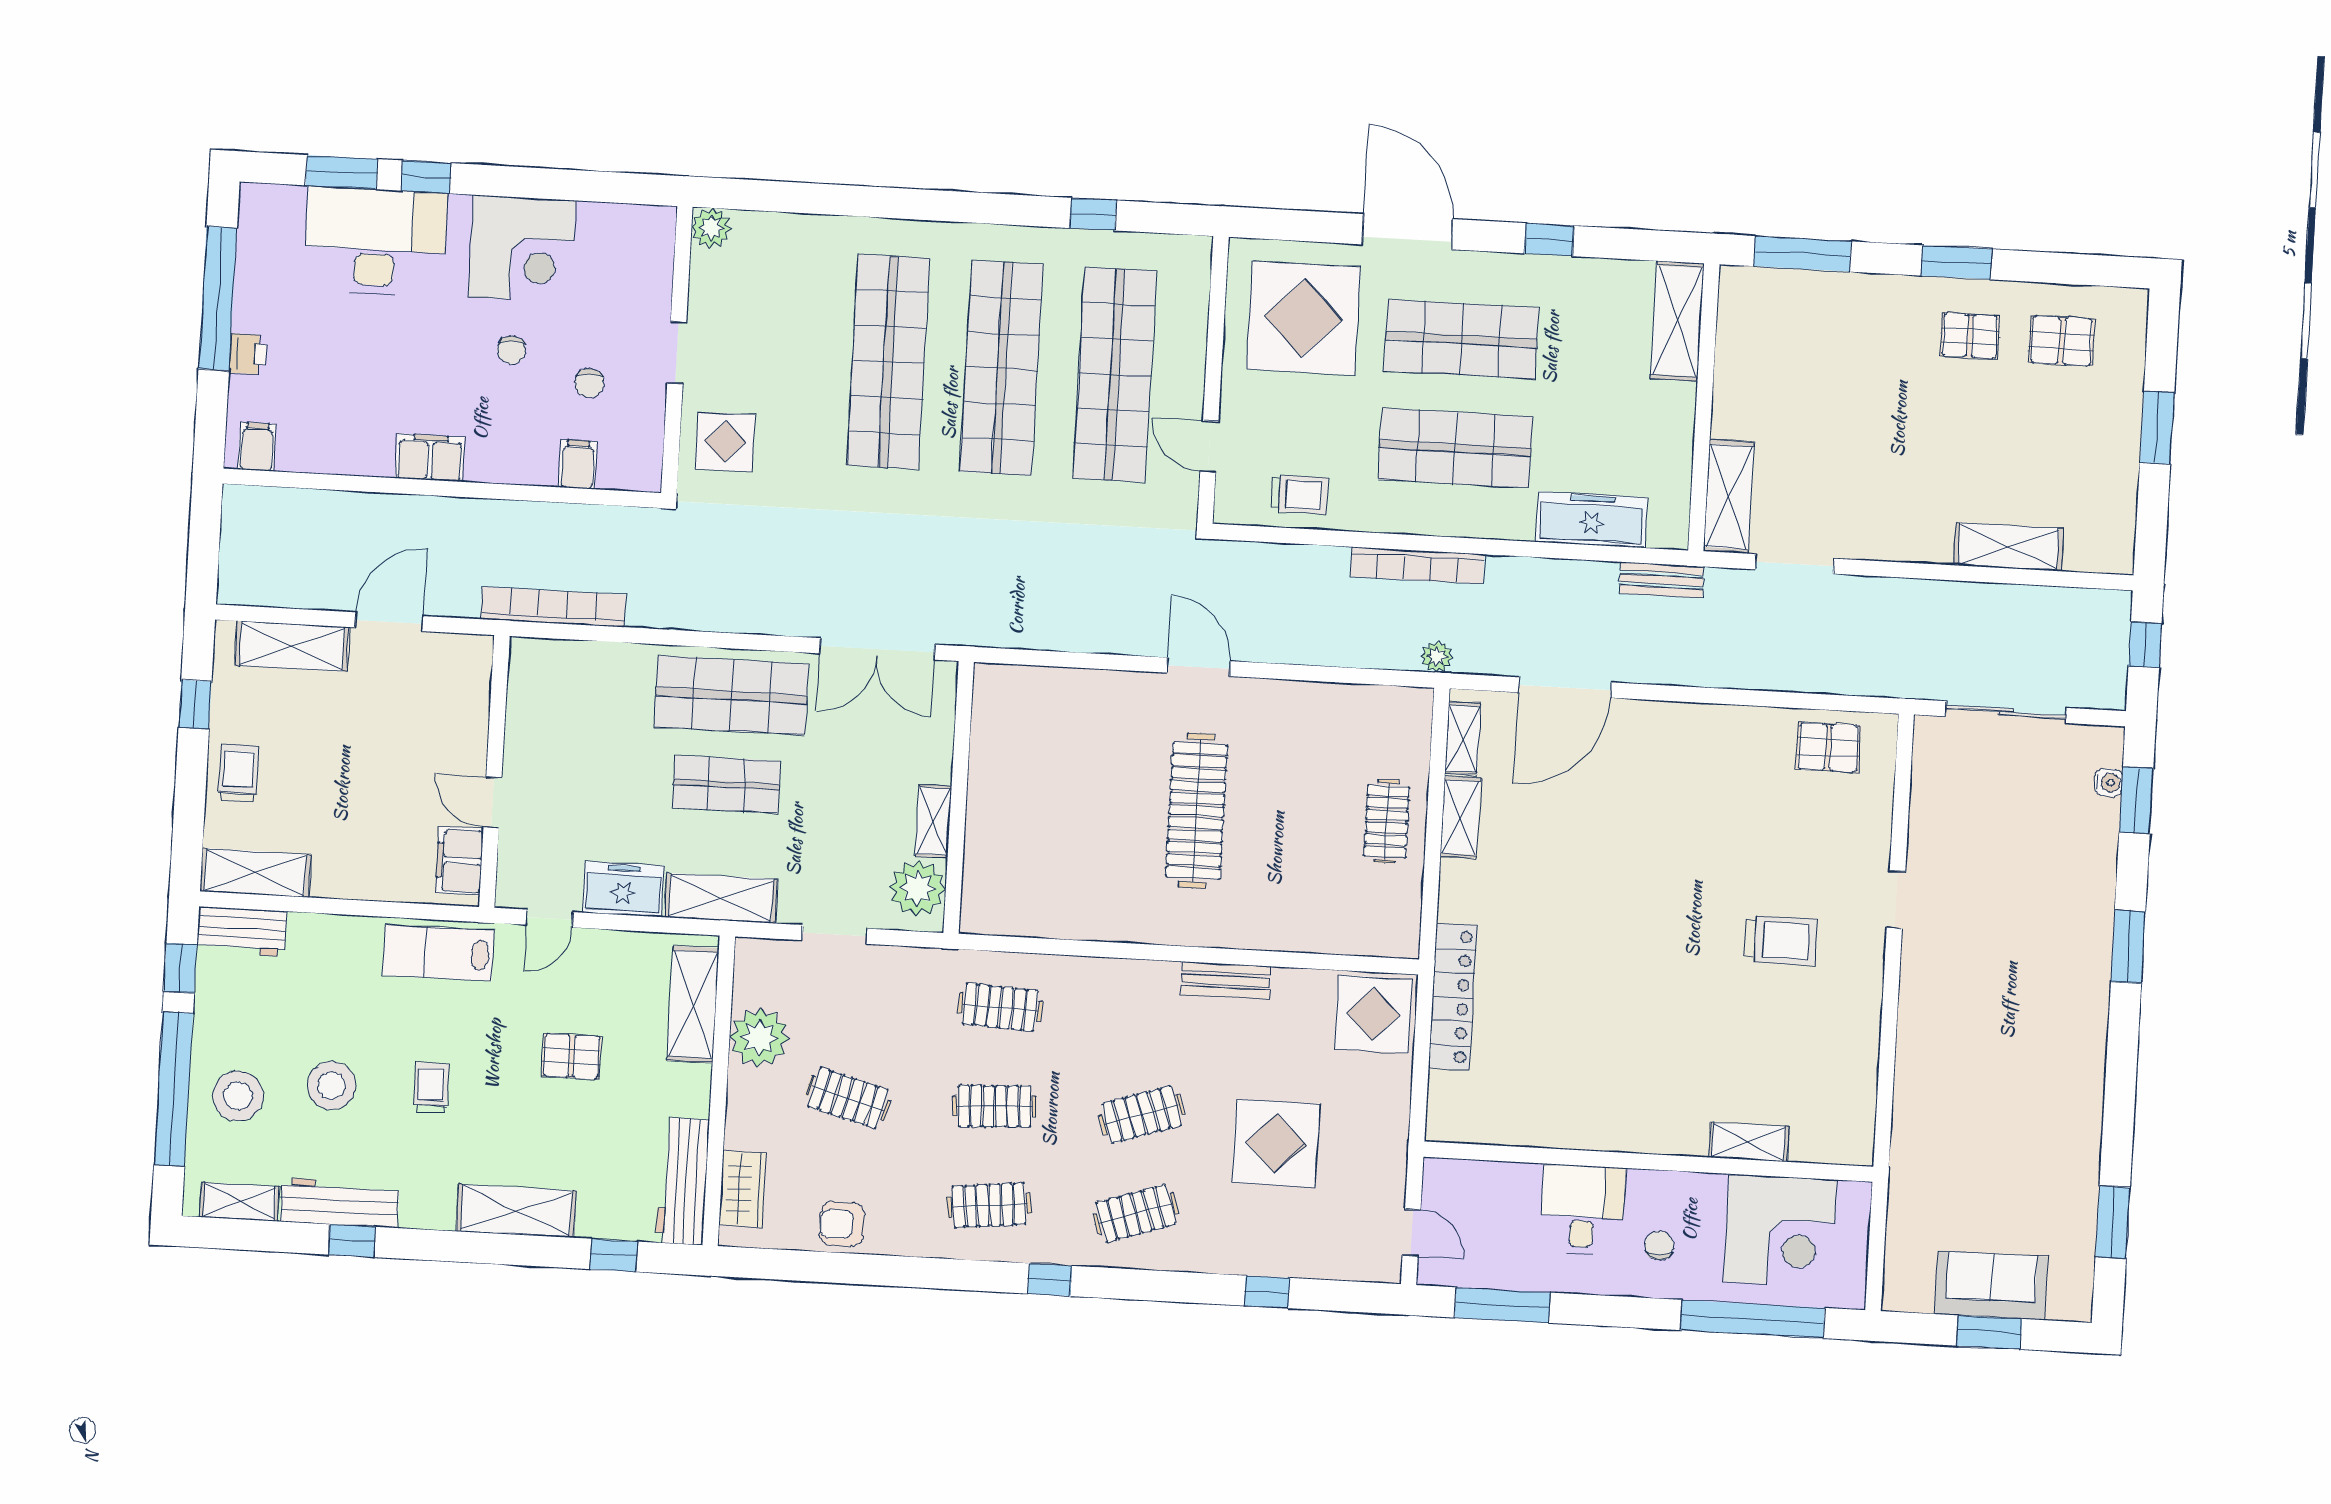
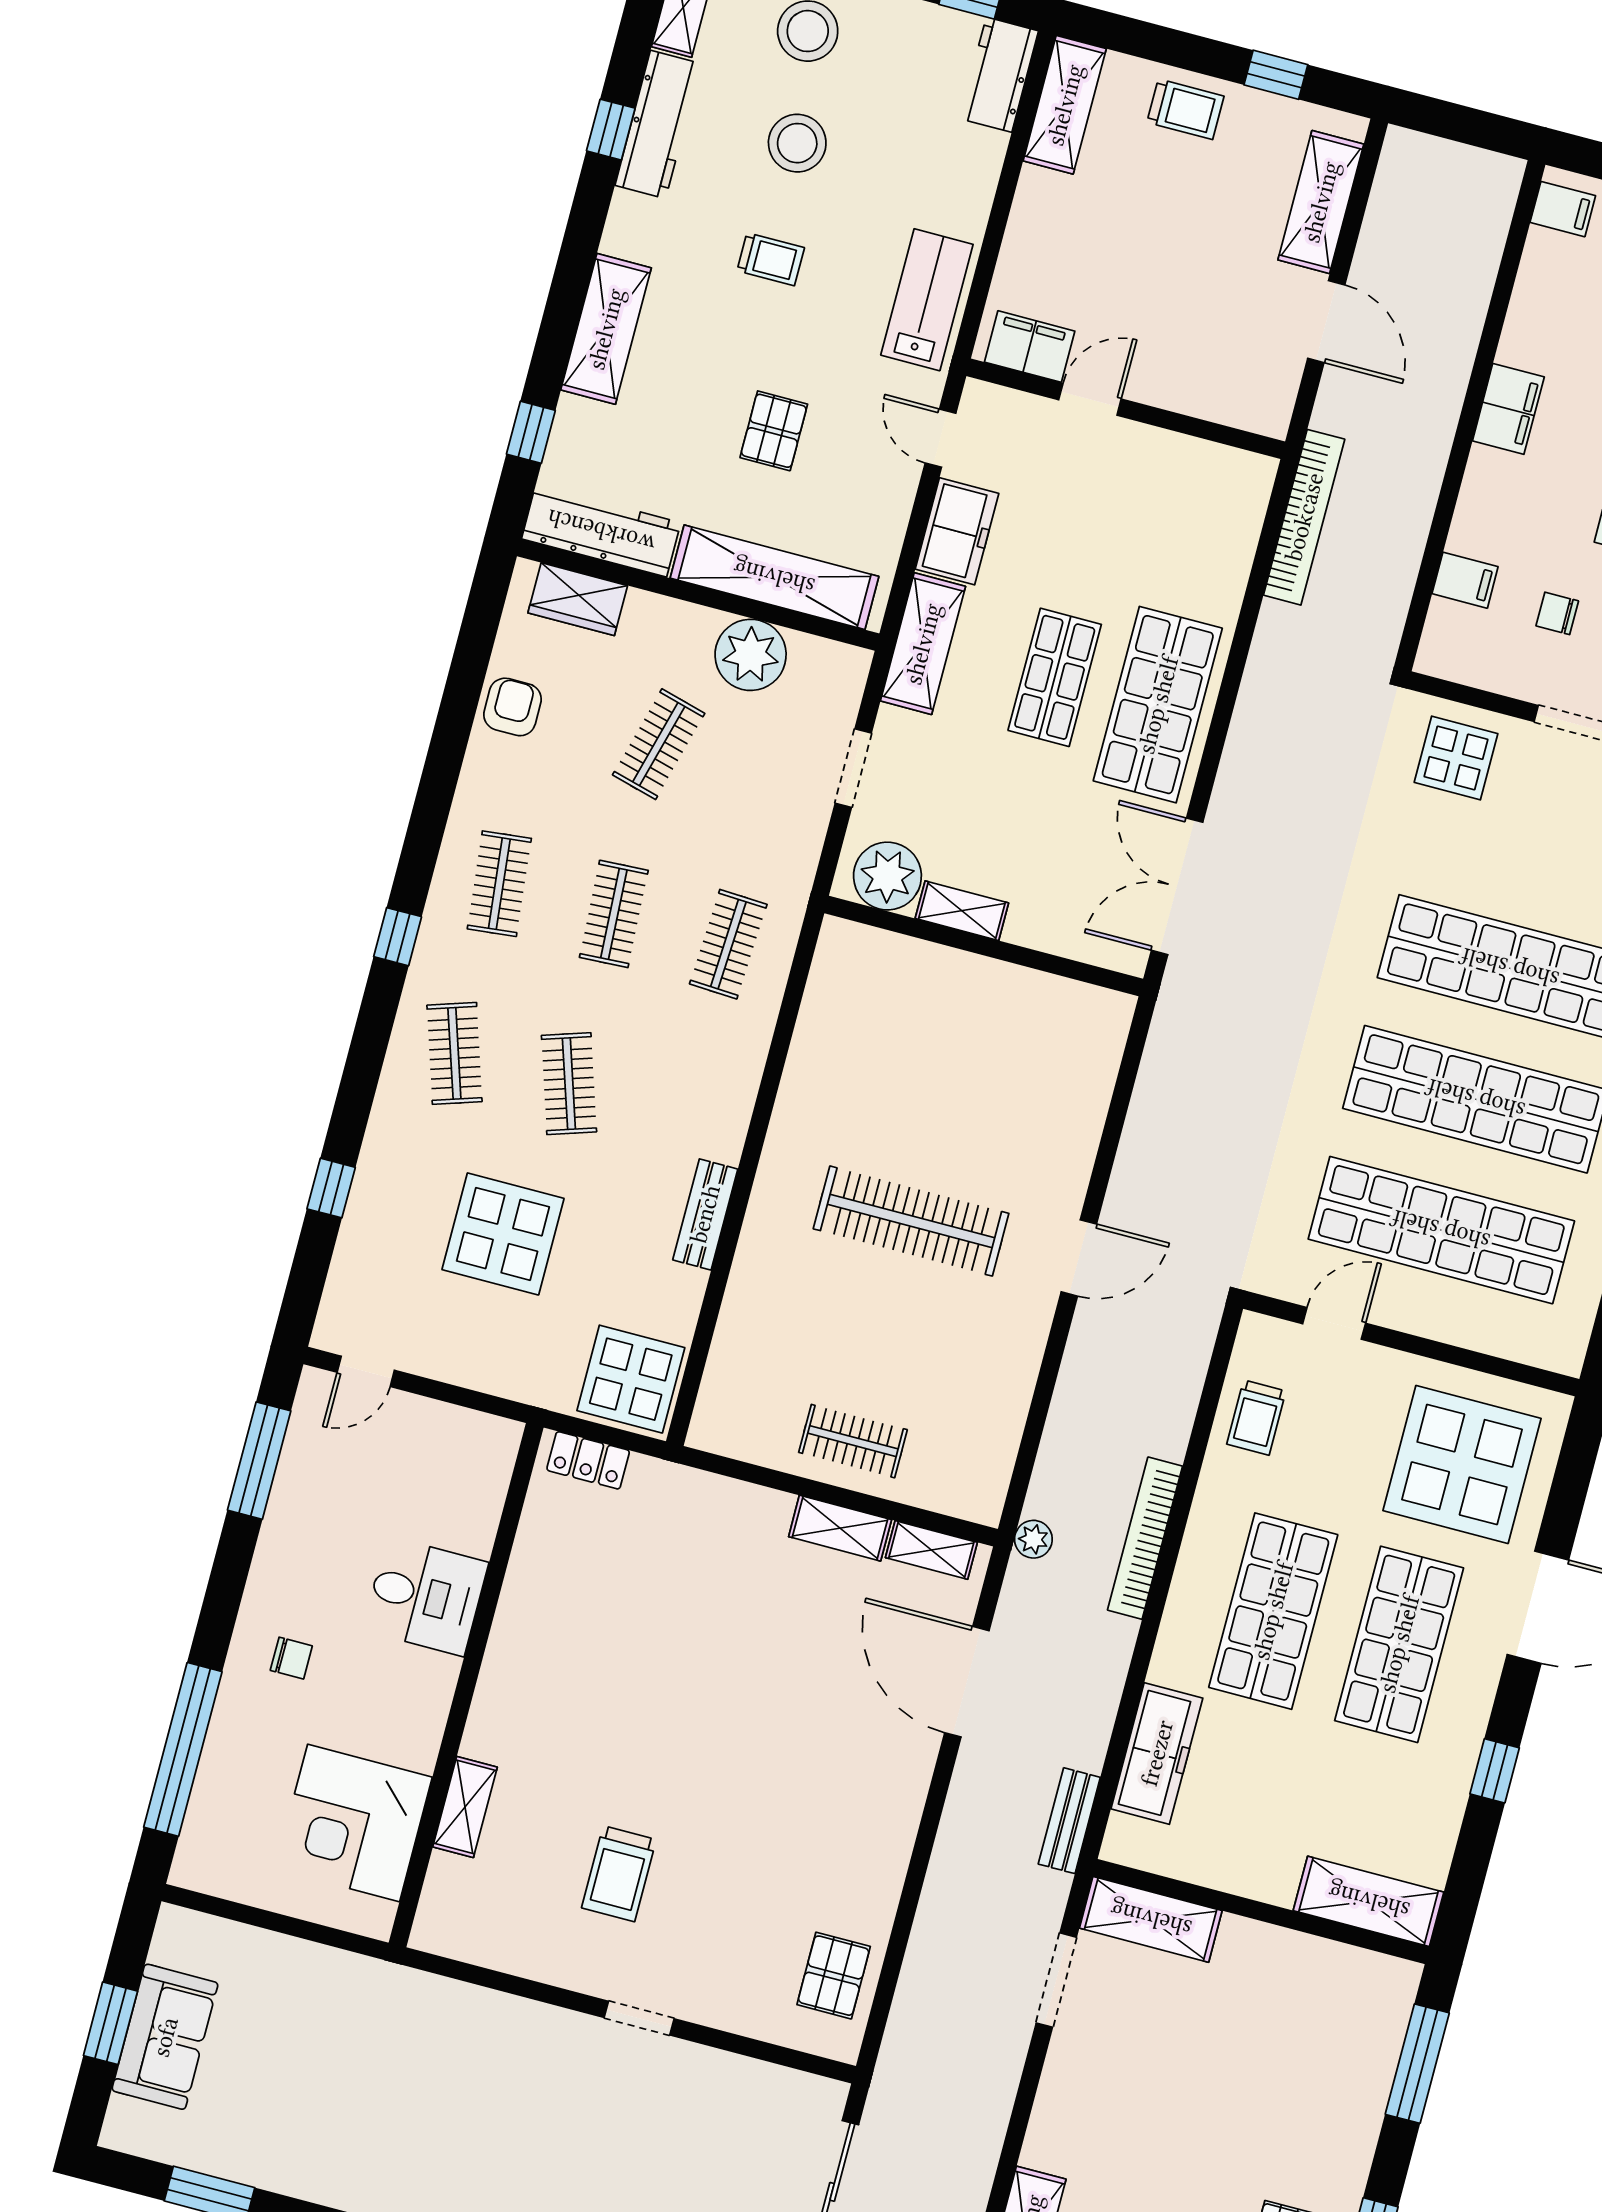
locker: (1453, 997) -> (588, 1460), width x0.46, depth x0.83
shelving: (693, 1004) -> (774, 577), width x1.47
shelving: (1748, 1142) -> (465, 1807), moved
wall: (1648, 1162) -> (466, 1685), moved
desk: (1582, 1210) -> (426, 1596), moved
corner desk: (1780, 1231) -> (354, 1823), moved

